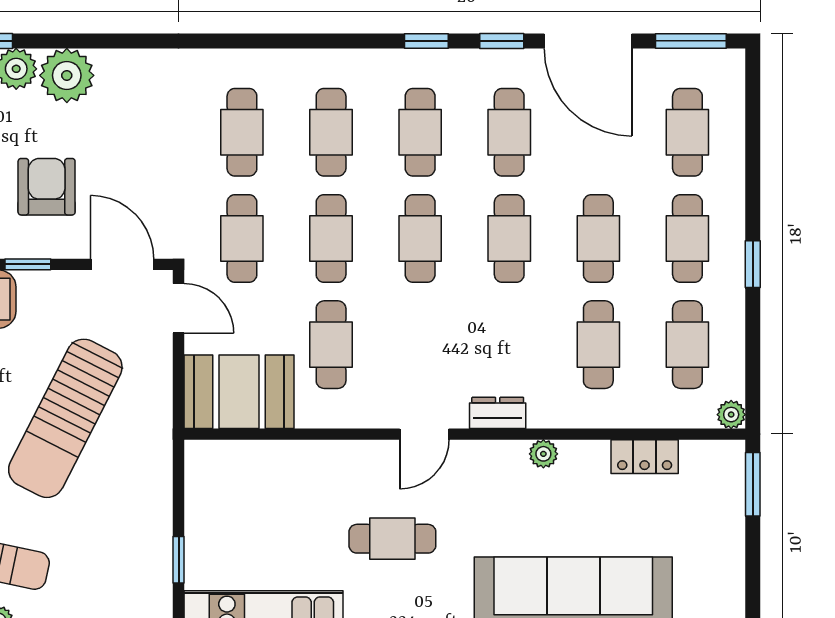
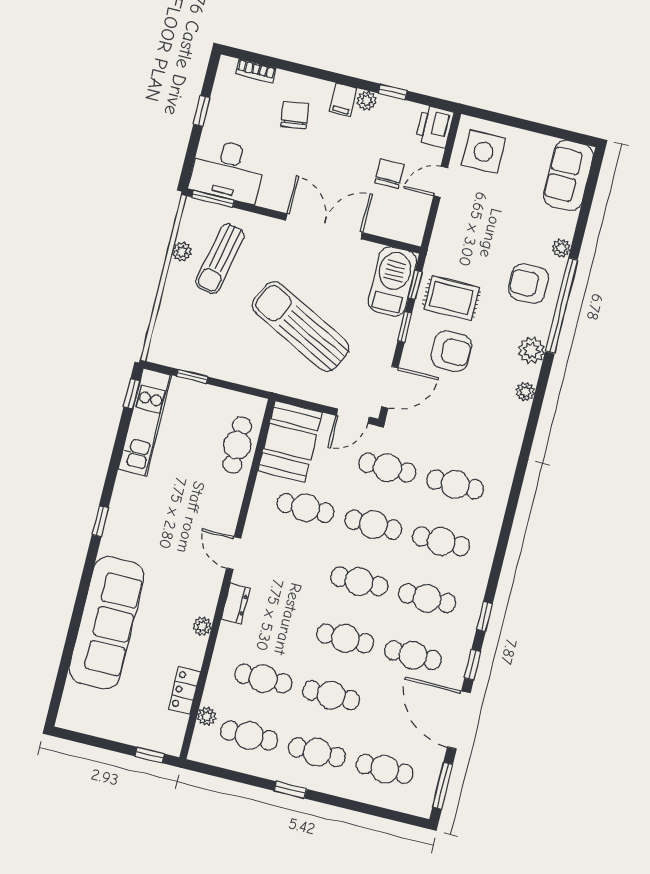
door: (588, 41) -> (459, 720), hinge flipped
plant: (67, 75) -> (525, 392), width x0.53, depth x0.53
plant: (731, 415) -> (207, 716), moved
window: (753, 484) -> (150, 755), width x0.67
cafe table: (392, 539) -> (237, 445), moved

